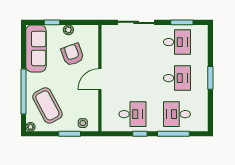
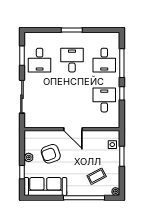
desk: (177, 42) -> (40, 60), turned 180
coffee table: (47, 105) -> (97, 176), width x0.54, depth x0.58

